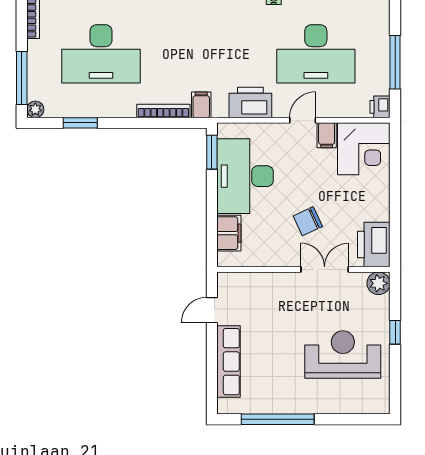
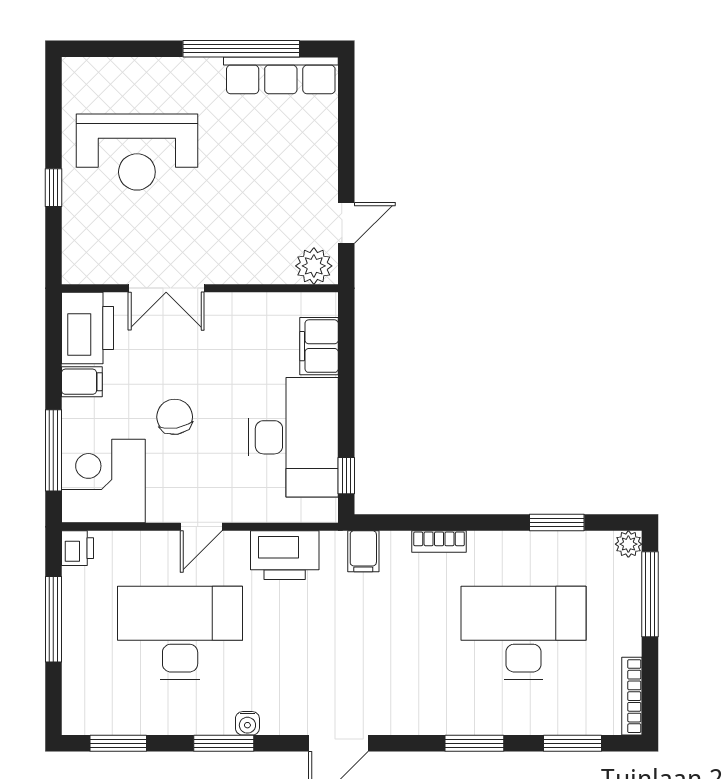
bookcase: (163, 111) -> (439, 541), width x0.64
filing cabinet: (327, 135) -> (82, 382), moved, turned 90
window: (212, 152) -> (346, 476), width x0.67
window: (395, 168) -> (53, 450), added
chair: (308, 221) -> (175, 417), moved, turned -74
plant: (378, 283) -> (314, 266), moved
row of seats: (229, 362) -> (281, 75), moved, turned -90

